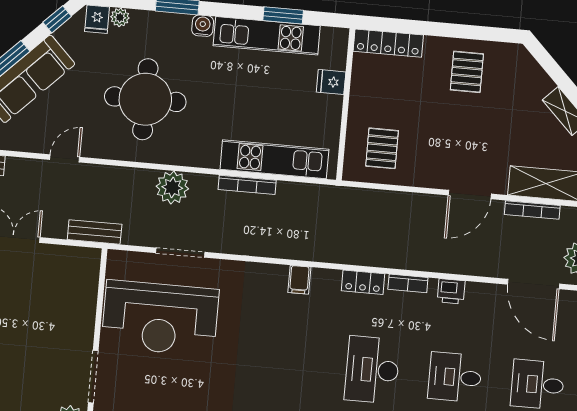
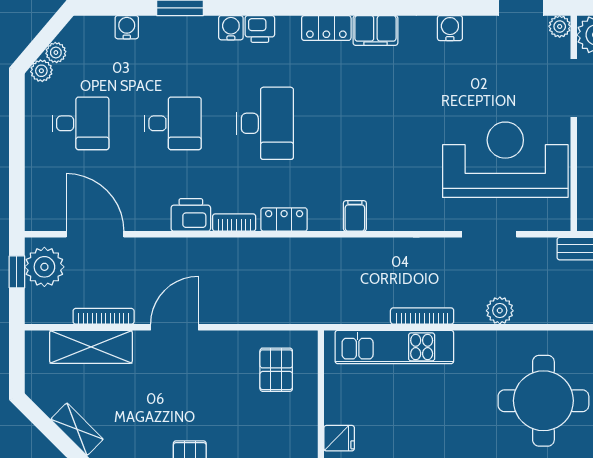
plant: (172, 188) -> (500, 311), width x0.73, depth x0.73
printer: (451, 291) -> (191, 215), width x1.36, depth x1.24

